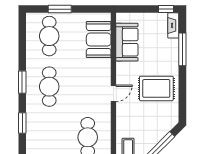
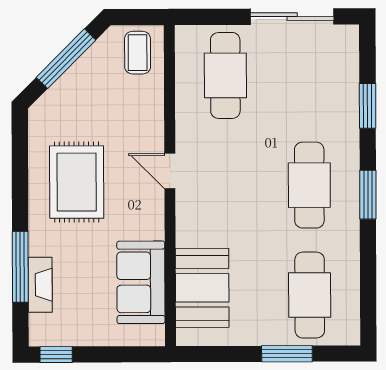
fireplace: (173, 25) -> (40, 285), moved
rug: (156, 88) -> (77, 182), turned 90
door: (113, 93) -> (170, 171), hinge flipped

